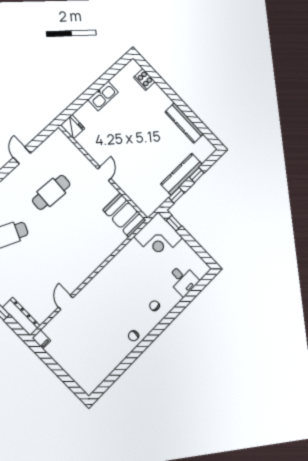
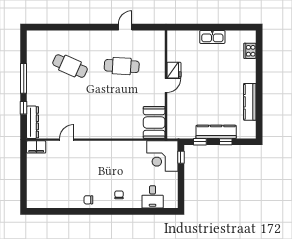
fridge: (73, 127) -> (174, 70), moved
filing cabinet: (41, 339) -> (36, 147), width x2.00

